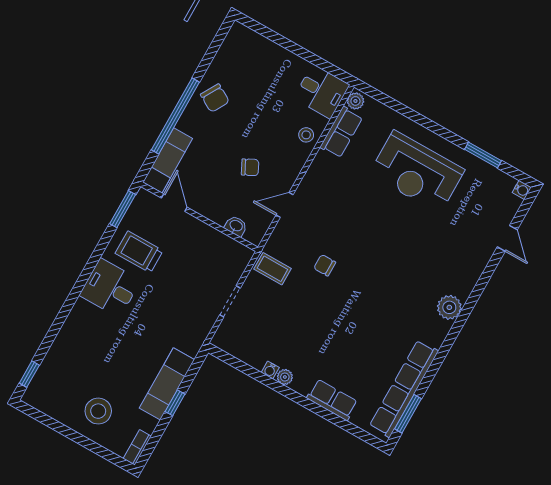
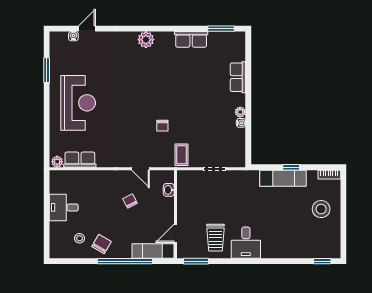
desk: (322, 91) -> (64, 207), moved, turned -90
stool: (306, 135) -> (80, 238), moved
water cooler: (522, 190) -> (73, 36), moved
row of seats: (404, 389) -> (191, 39), width x0.50

